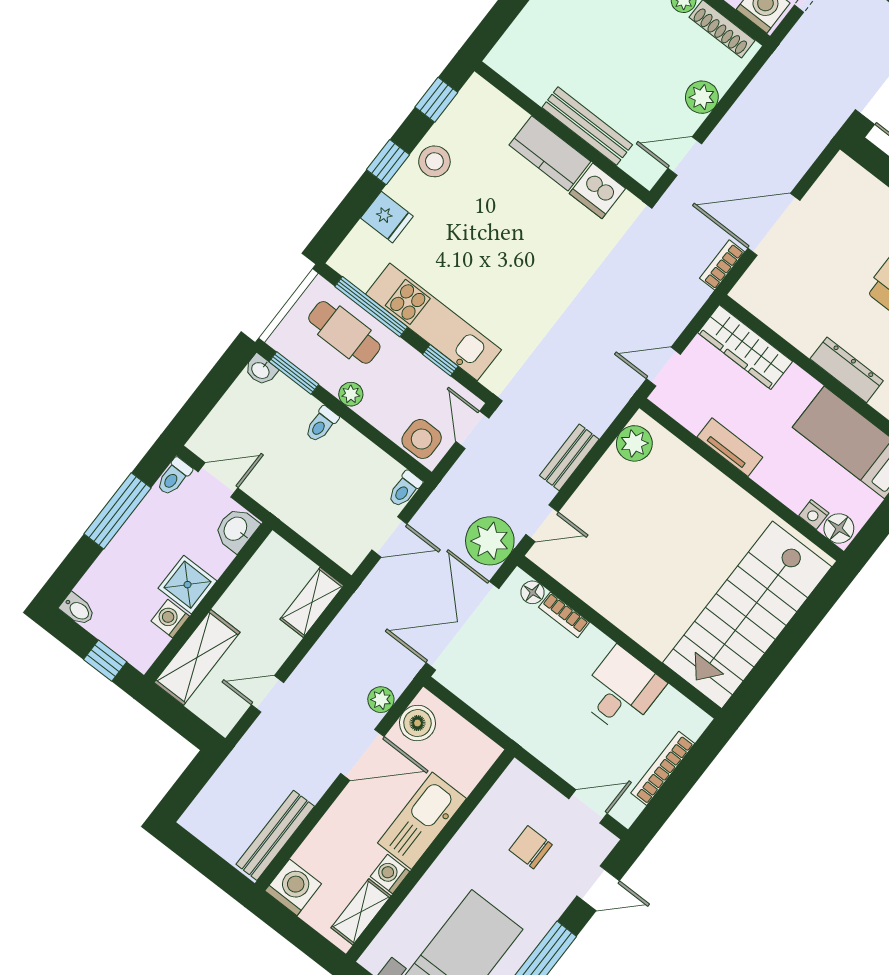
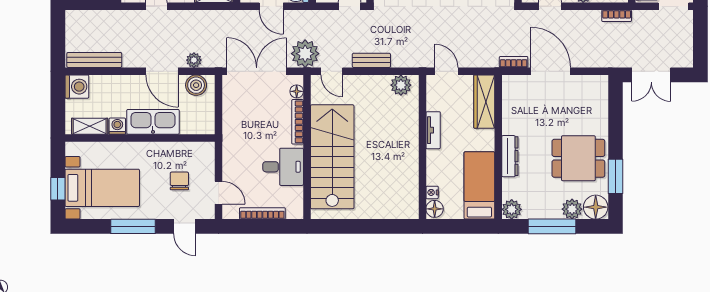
bookcase: (768, 76) -> (617, 16), added
bookcase: (564, 615) -> (298, 122), width x1.56
stairs: (747, 615) -> (332, 157), moved, turned 90

